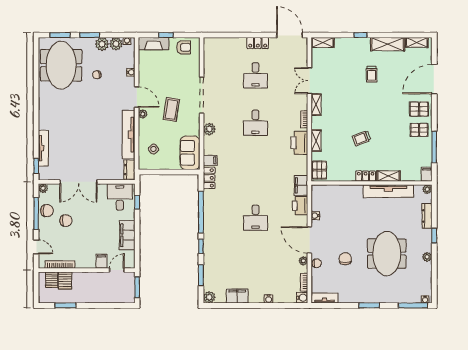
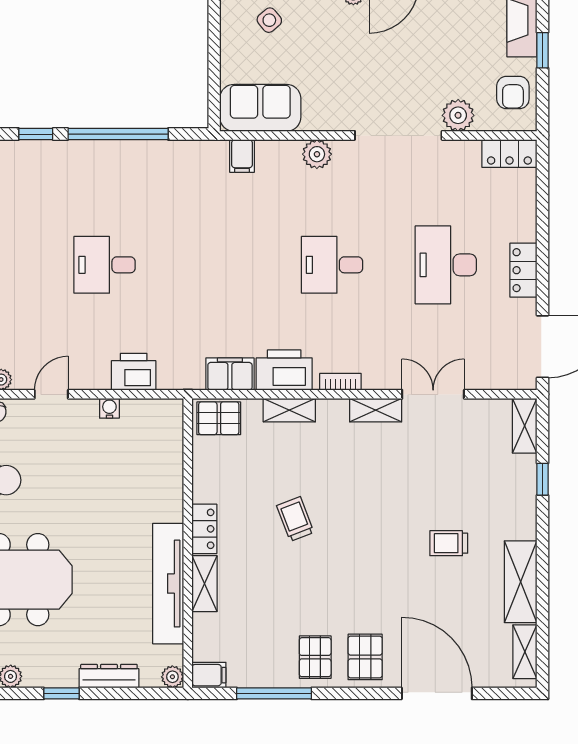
window: (361, 35) -> (543, 479), moved
plant: (193, 70) -> (458, 115), added
desk: (255, 75) -> (446, 265), width x1.37
coffee table: (171, 109) -> (364, 63), removed
locker: (209, 178) -> (509, 154), moved
filing cabinet: (301, 185) -> (230, 374), moved
door: (309, 240) -> (51, 394), width x0.53

